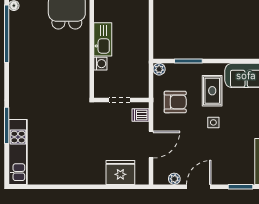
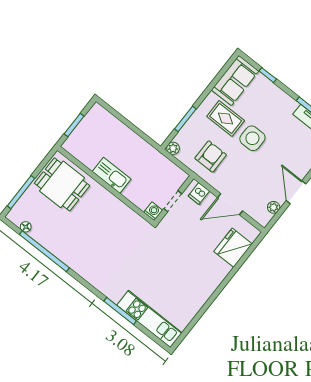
washing machine: (100, 64) -> (153, 211), moved
side table: (213, 122) -> (252, 138), width x1.87, depth x1.87
door: (151, 145) -> (230, 204), swing flipped

